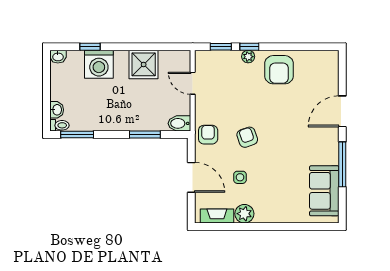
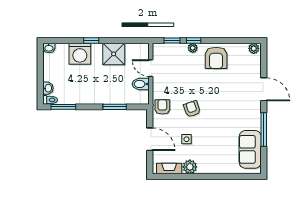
window: (90, 47) -> (91, 40), moved
plant: (329, 57) -> (254, 48), added
door: (342, 111) -> (264, 89), swing flipped
bidet: (179, 123) -> (141, 84), moved

